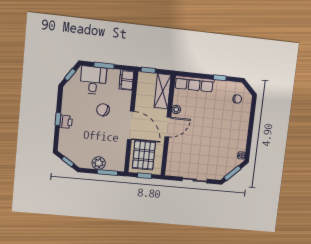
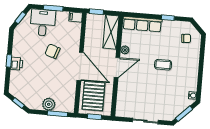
filing cabinet: (126, 80) -> (76, 17), width x0.50
coffee table: (214, 125) -> (163, 65), added

